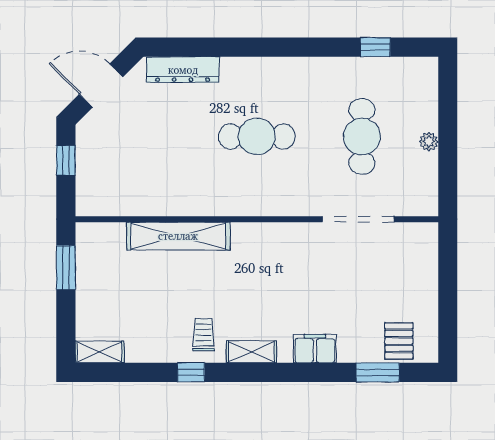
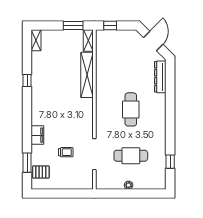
window: (66, 160) -> (110, 25), moved
trolley: (203, 335) -> (66, 152), moved
shelving: (251, 352) -> (88, 40), moved

